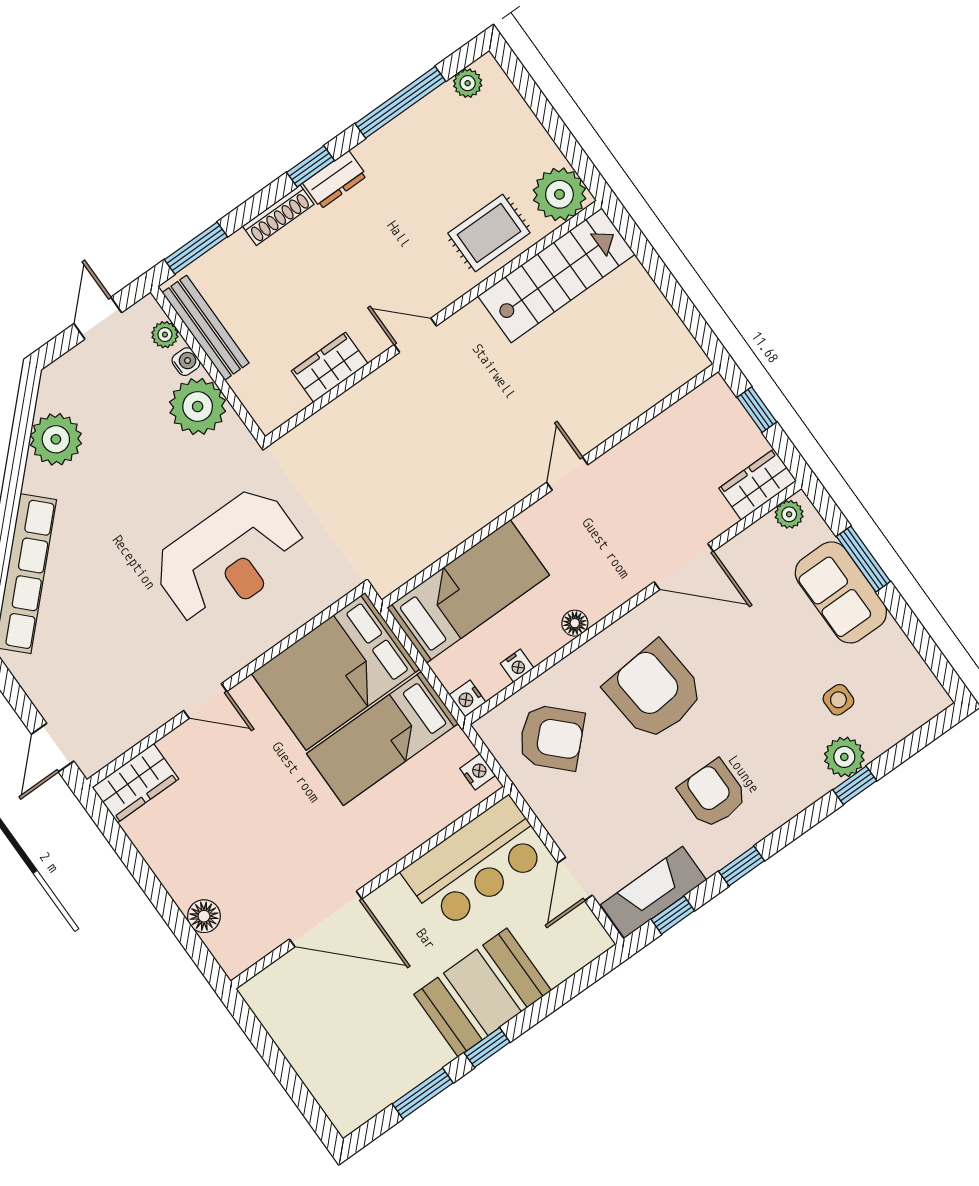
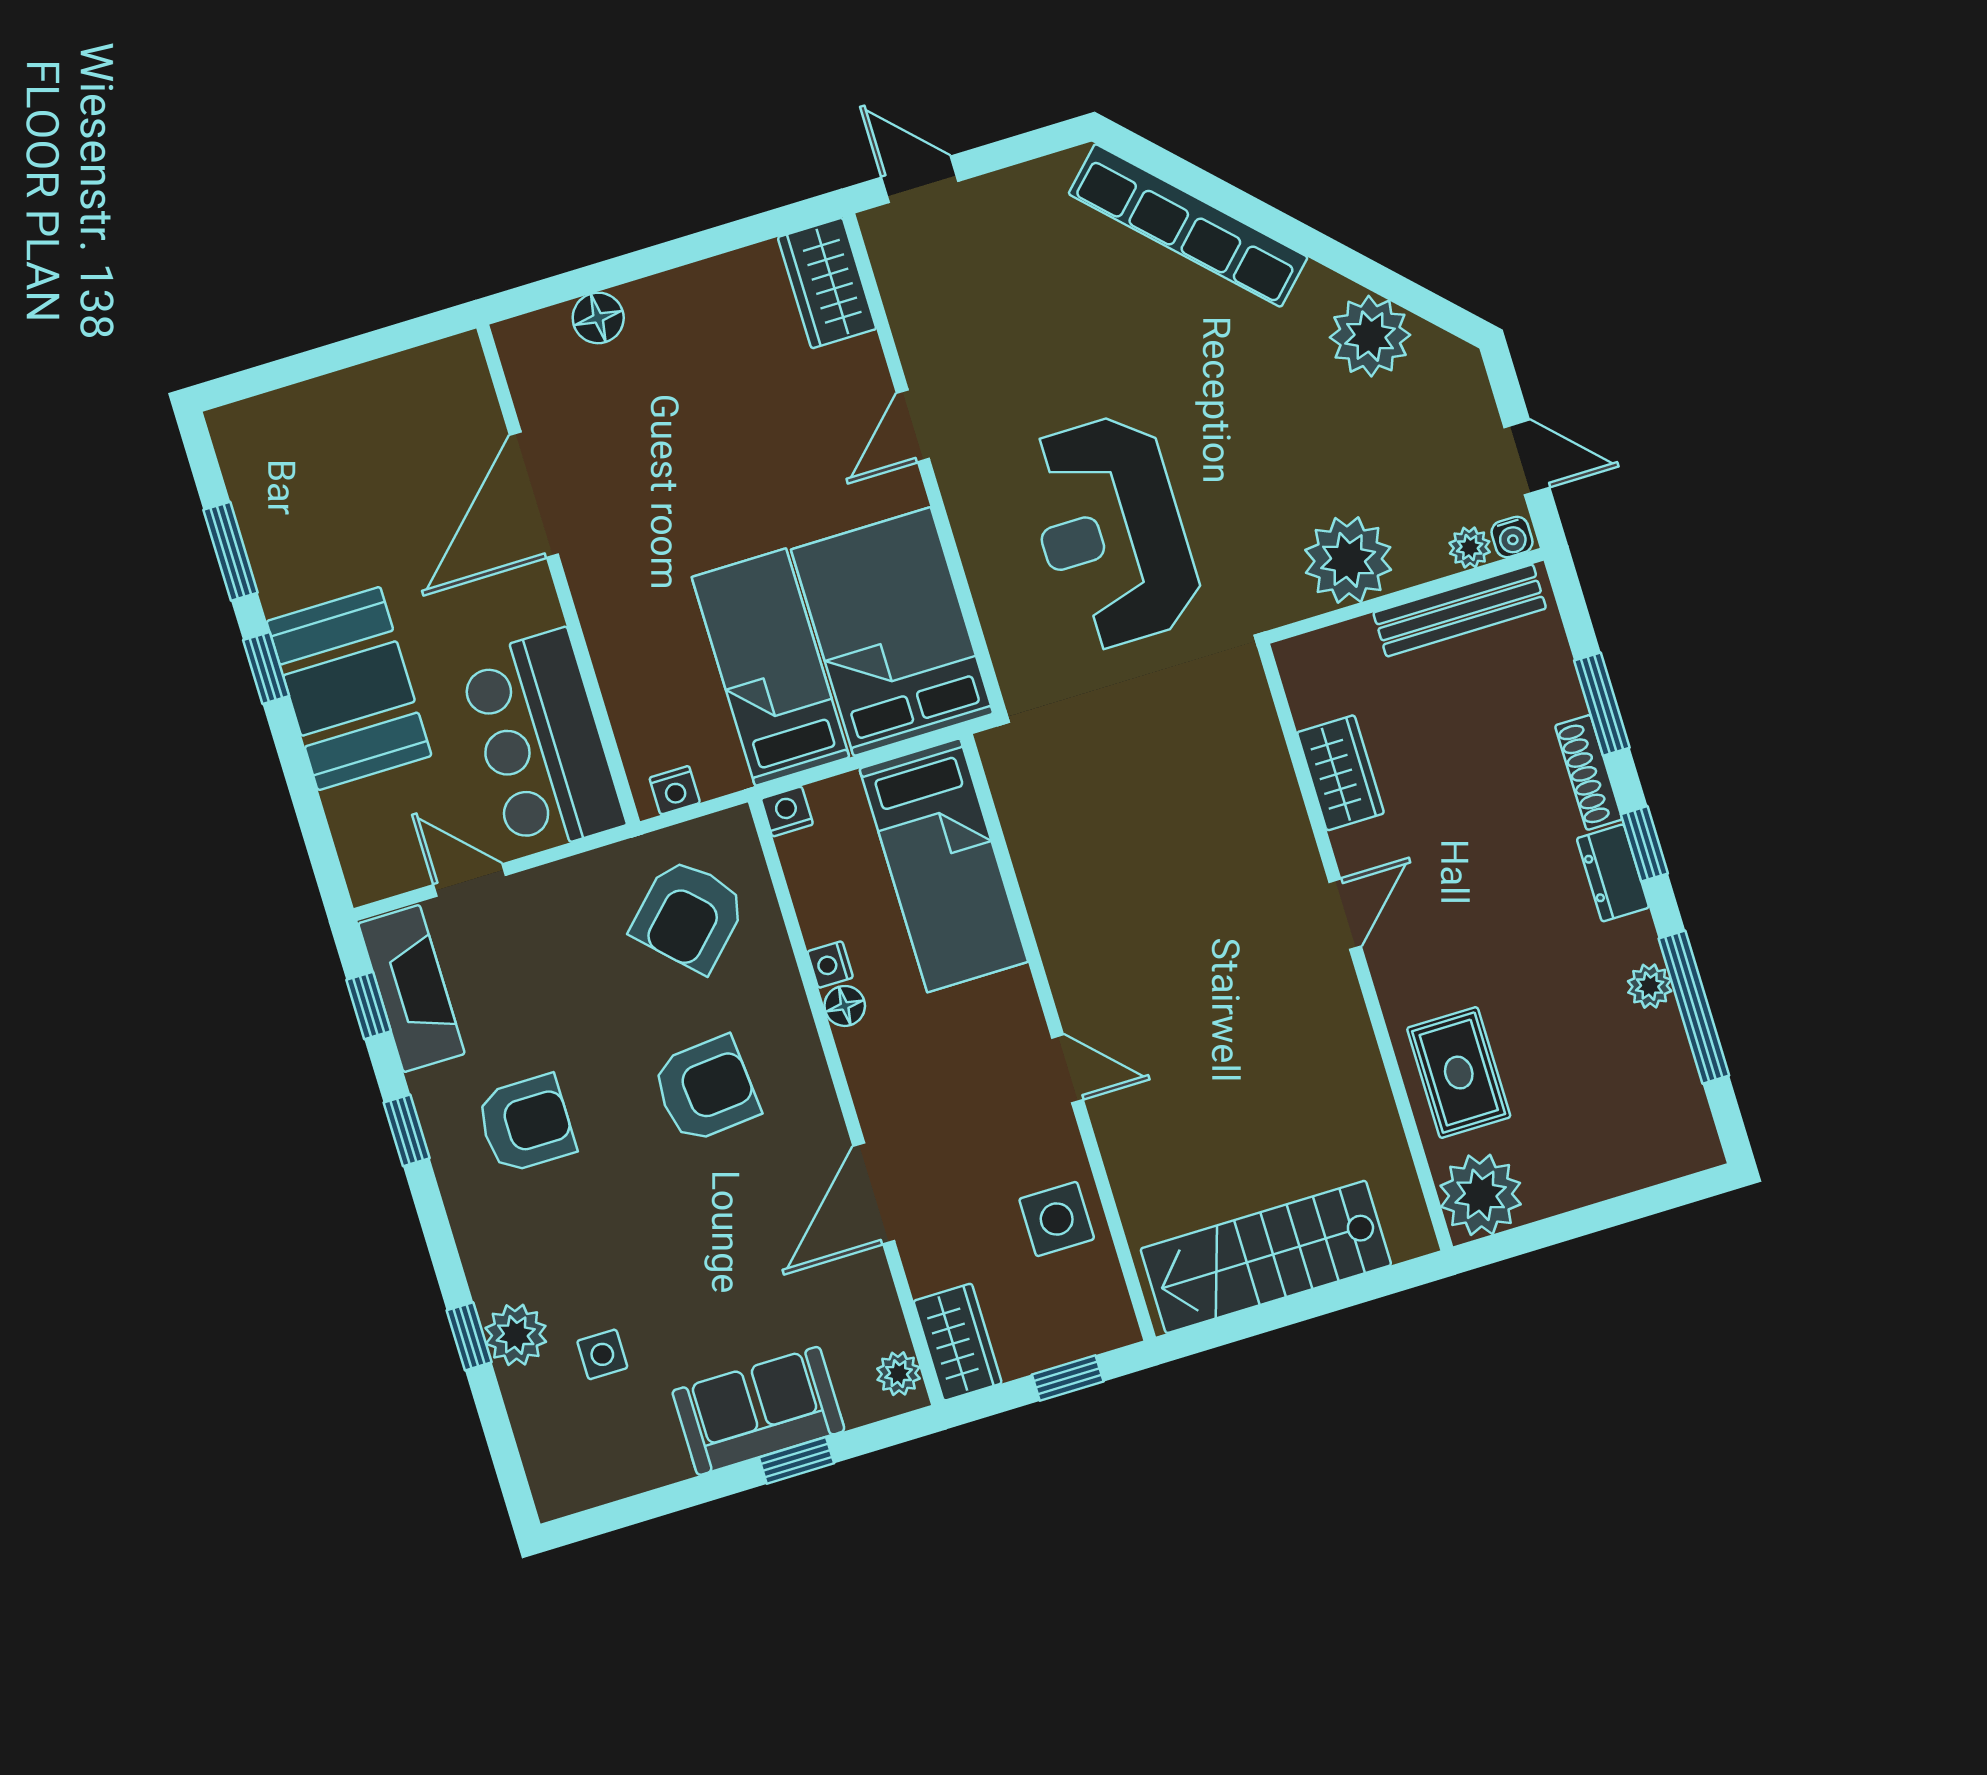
plant: (468, 83) -> (1650, 986), moved
window: (196, 248) -> (1602, 704), moved
stairs: (556, 275) -> (1266, 1257), moved, turned 90
water cooler: (186, 362) -> (1512, 537), moved
side table: (662, 449) -> (1057, 1219), added
window: (863, 559) -> (796, 1460), width x0.67
nightstand: (517, 666) -> (830, 965), moved
armchair: (655, 691) -> (706, 1089), width x0.73, depth x0.73

